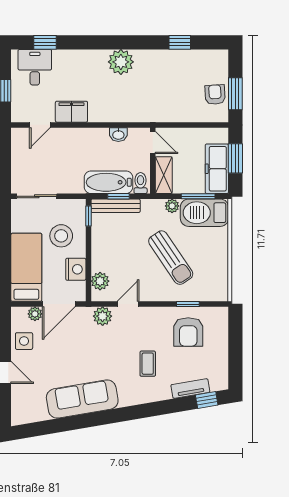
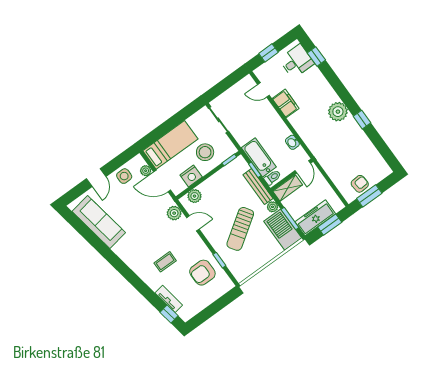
window: (180, 42) -> (362, 120), moved
bench: (116, 206) -> (258, 187), moved
sofa: (82, 399) -> (99, 222), moved

